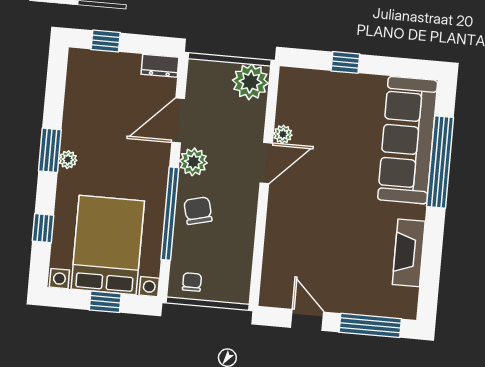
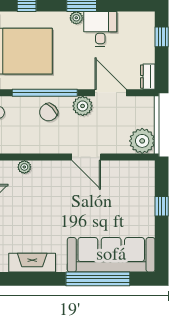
desk: (87, 127) -> (100, 29), added
plant: (283, 134) -> (24, 167), moved
chair: (198, 211) -> (49, 112), turned 151

